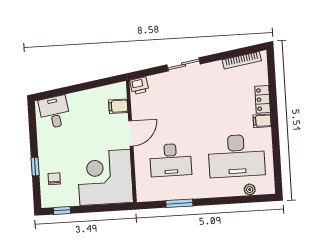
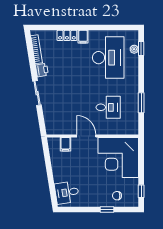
printer: (139, 86) -> (42, 70), moved
desk: (171, 160) -> (108, 107), width x0.73
window: (251, 199) -> (141, 48), added

